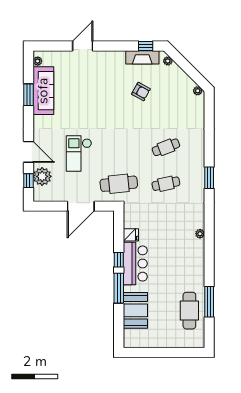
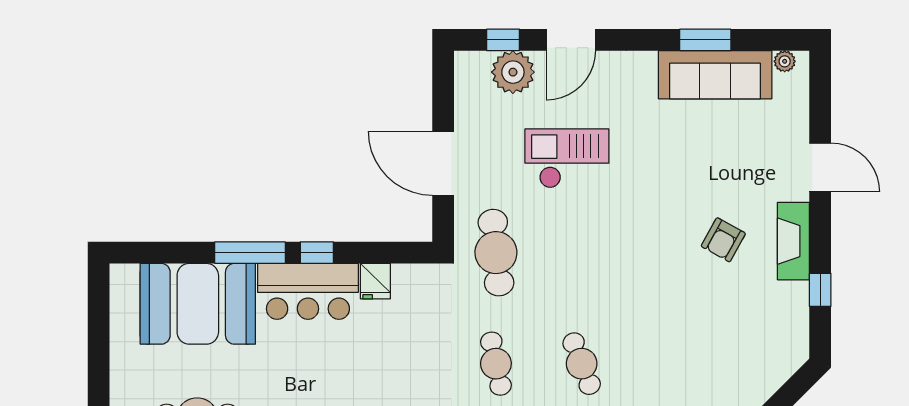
window: (146, 46) -> (820, 290), moved
fireplace: (142, 57) -> (793, 241), moved
plant: (168, 61) -> (785, 368), removed
armchair: (141, 92) -> (723, 240), moved
booth: (135, 310) -> (198, 304), width x1.36, depth x1.42

